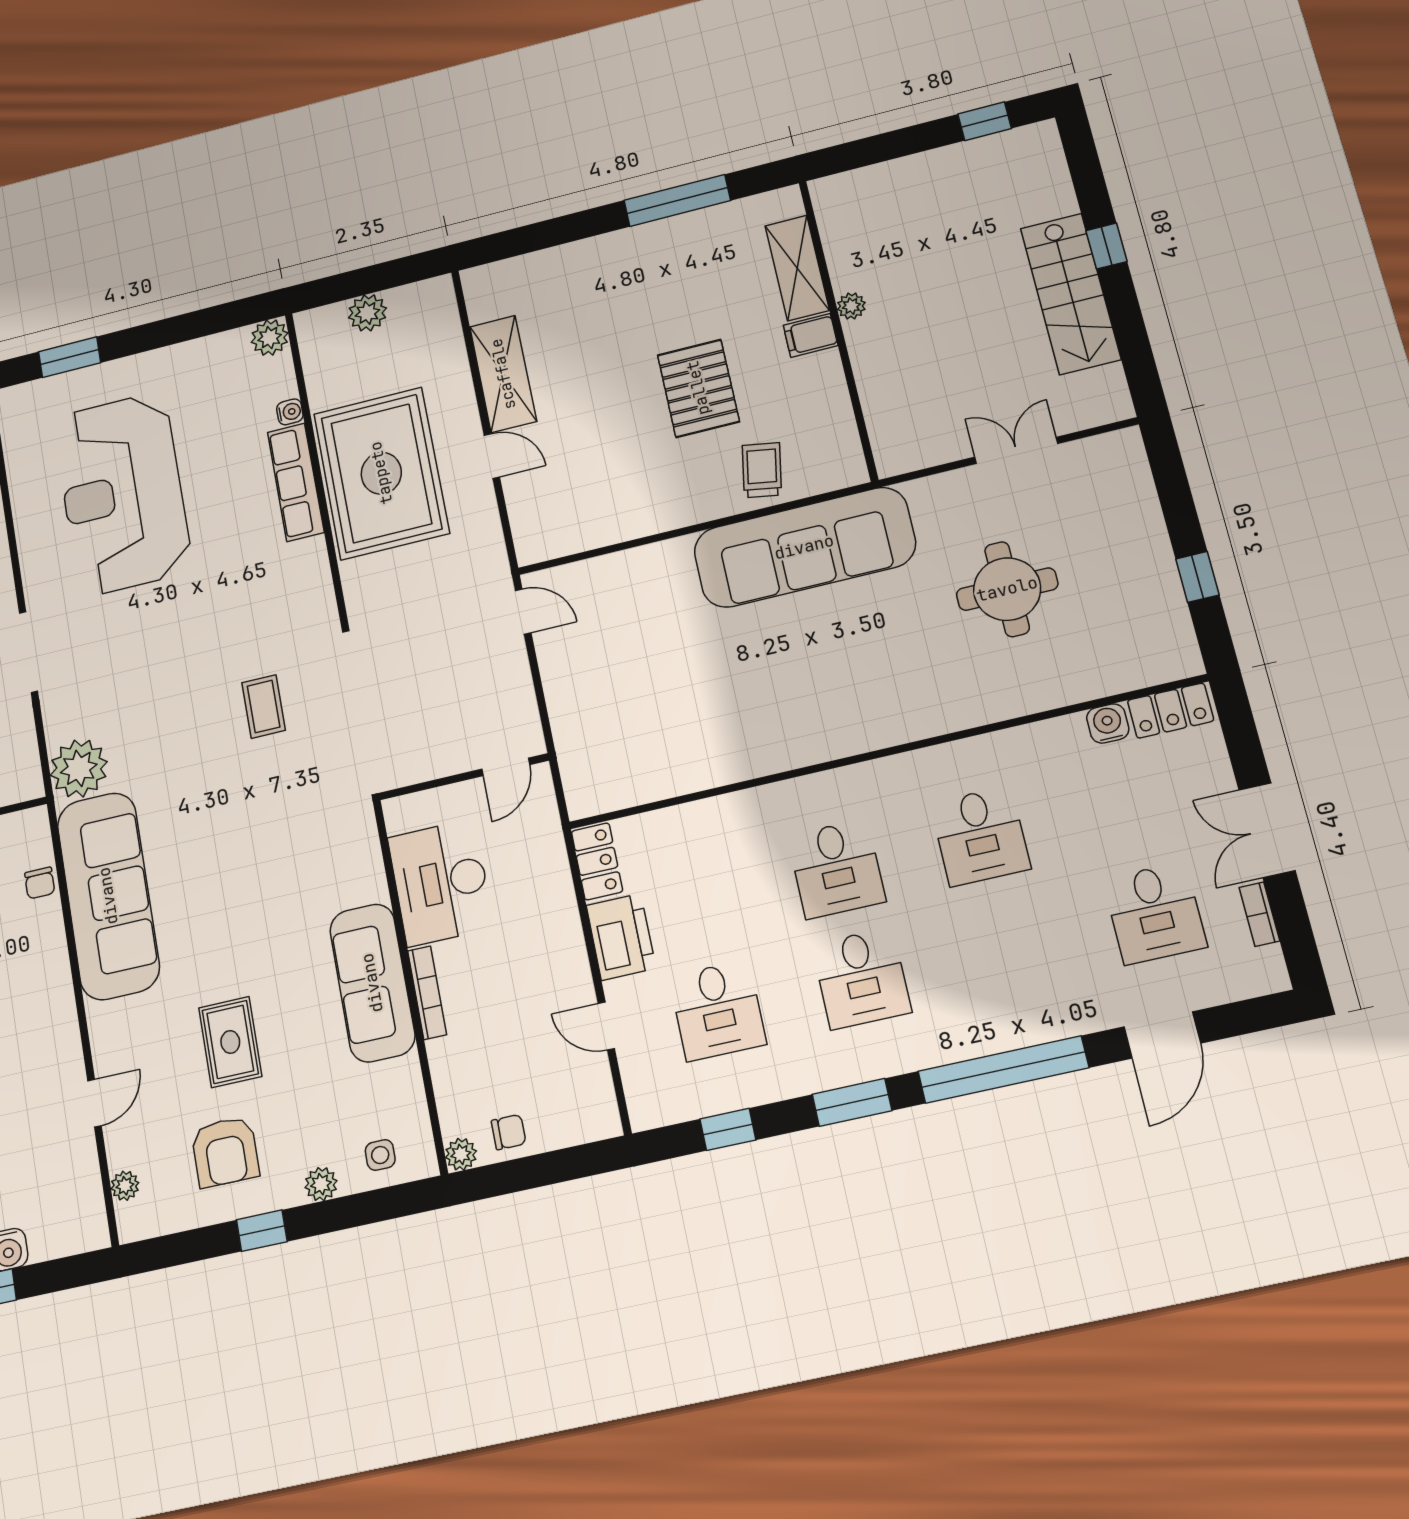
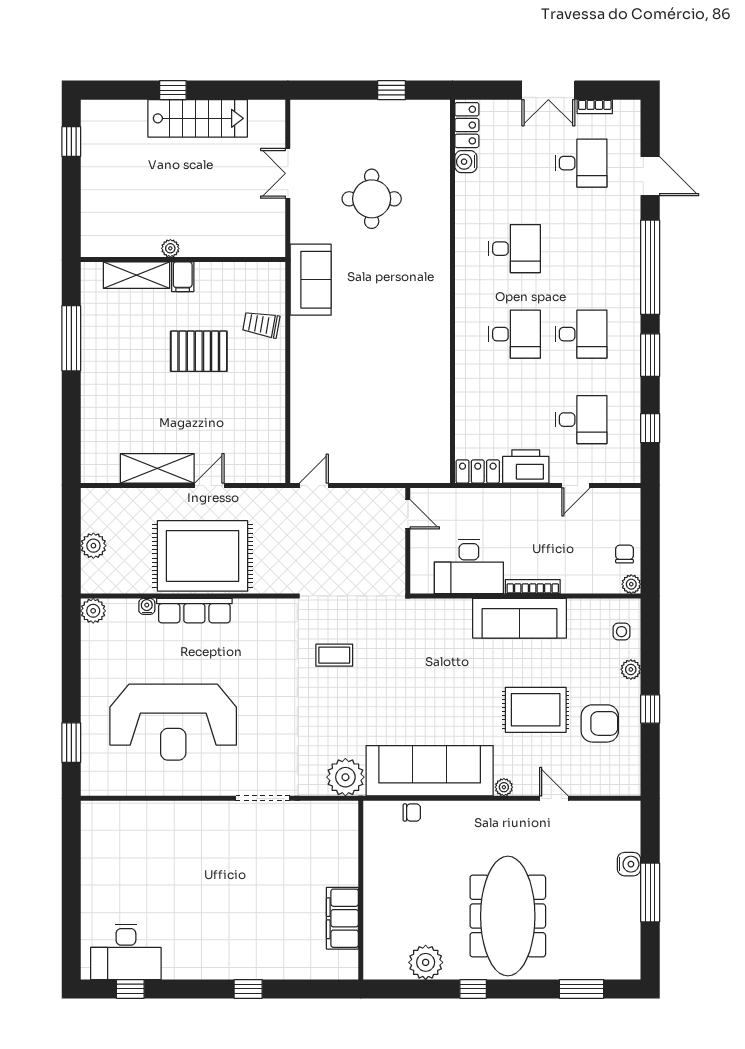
sofa: (804, 547) -> (311, 280), width x0.54, depth x0.79
rug: (230, 1042) -> (536, 710), width x1.36, depth x1.43
plant: (125, 1186) -> (504, 787), moved

